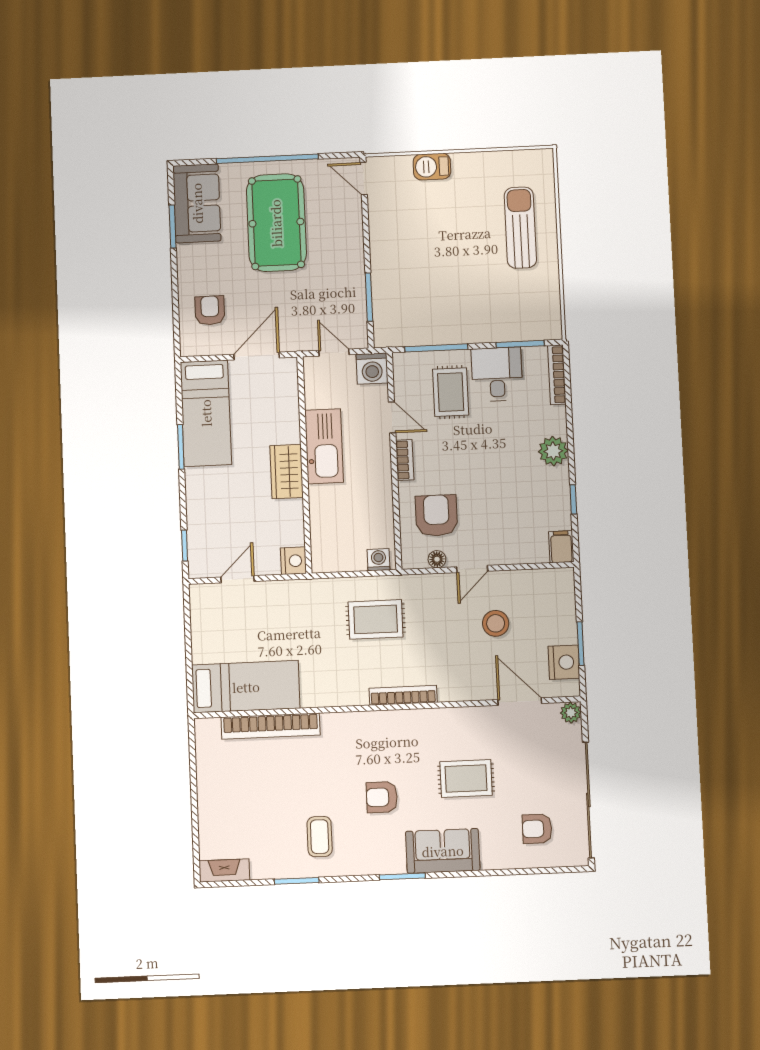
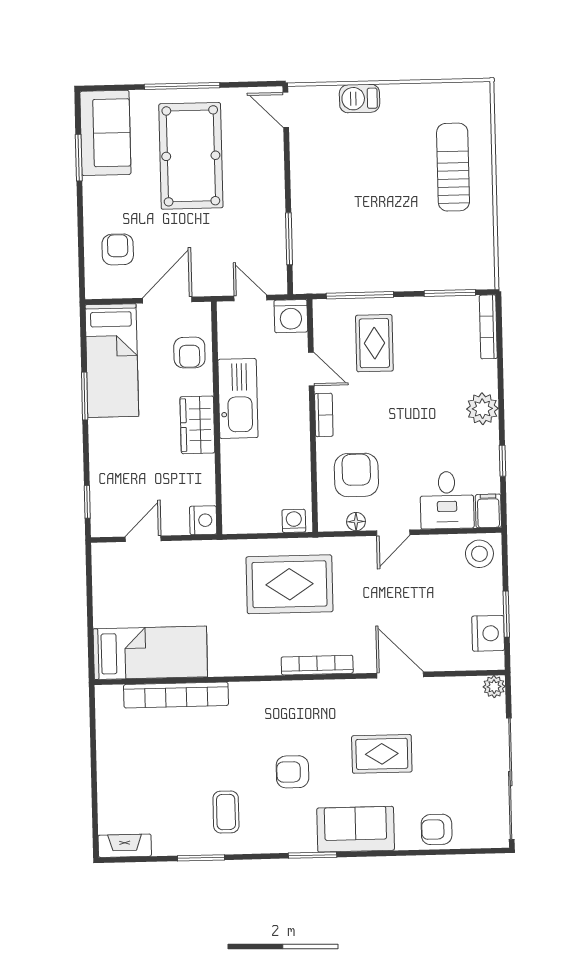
window: (267, 159) -> (182, 86), width x0.68
desk: (497, 374) -> (447, 500), moved, turned 180
armchair: (278, 404) -> (189, 353), added
rug: (376, 619) -> (289, 584), width x1.36, depth x1.43
stool: (496, 623) -> (479, 554), moved
door: (520, 702) -> (400, 675), moved
armchair: (537, 829) -> (437, 829), moved

